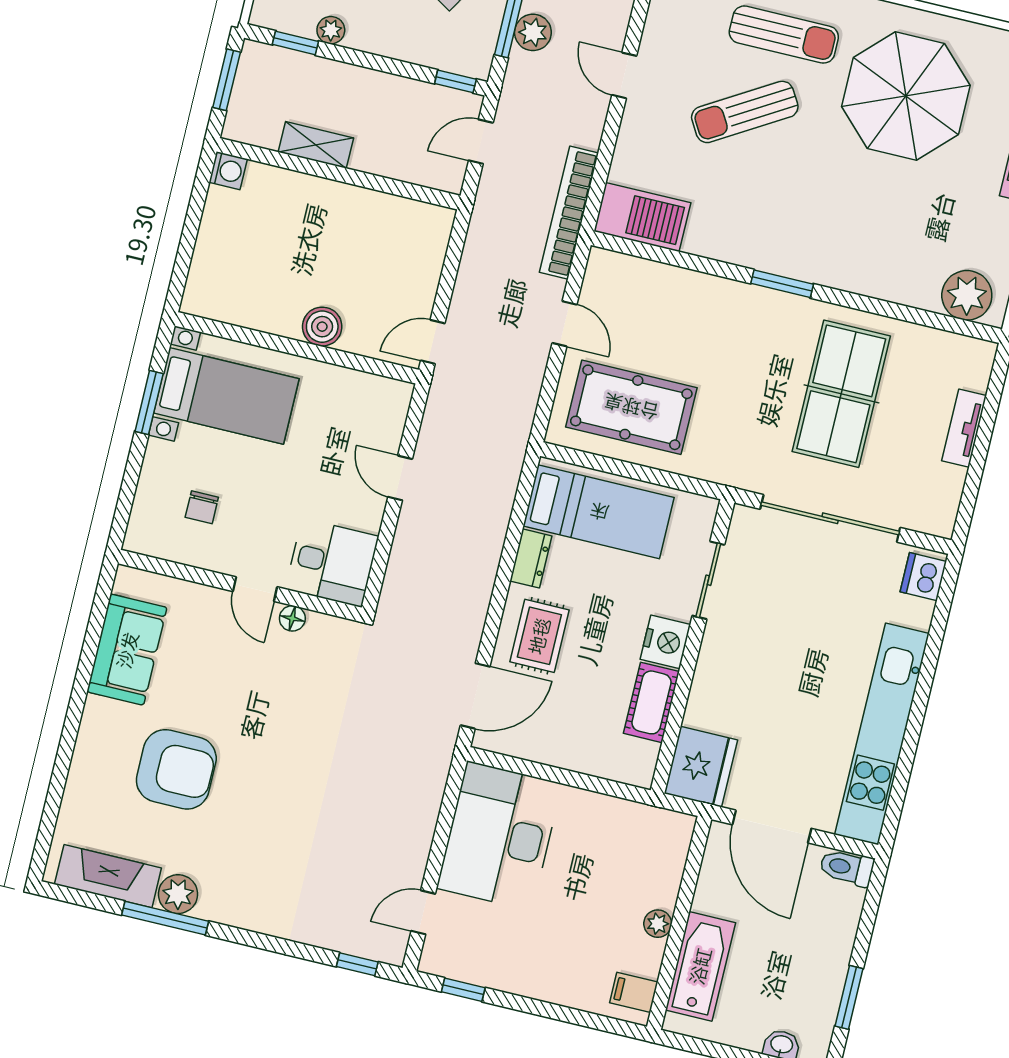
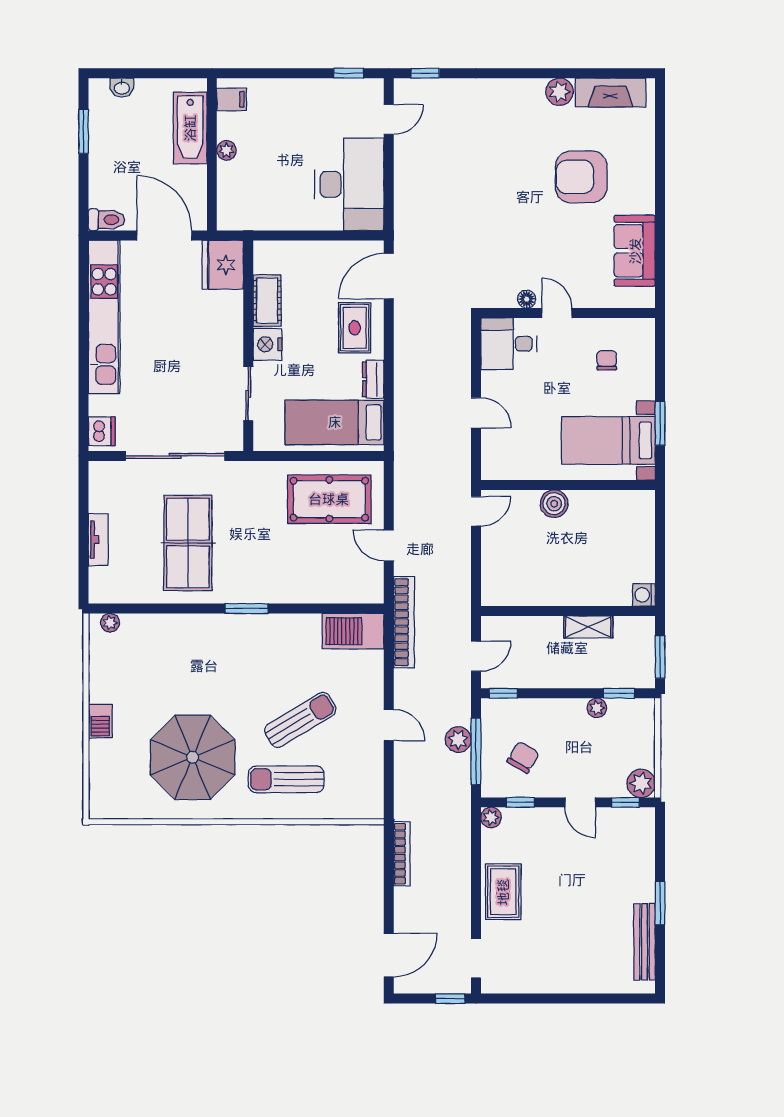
plant: (967, 295) -> (110, 623), width x0.53, depth x0.53
window: (165, 918) -> (564, 73), removed

